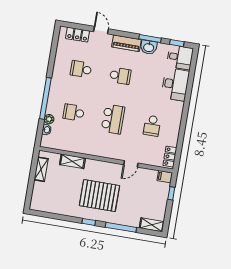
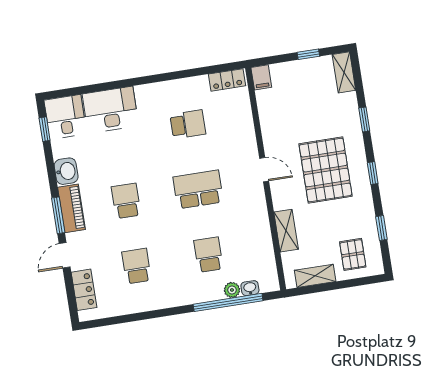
window: (150, 39) -> (58, 215), moved
school desk: (81, 69) -> (136, 266), turned 180
window: (45, 98) -> (228, 302), moved
school desk: (74, 112) -> (208, 255), turned 180
door: (131, 164) -> (264, 170), moved
window: (171, 193) -> (308, 54), moved
pallet: (46, 195) -> (353, 254), added
window: (56, 216) -> (381, 228), added
window: (121, 227) -> (364, 119), width x0.46

